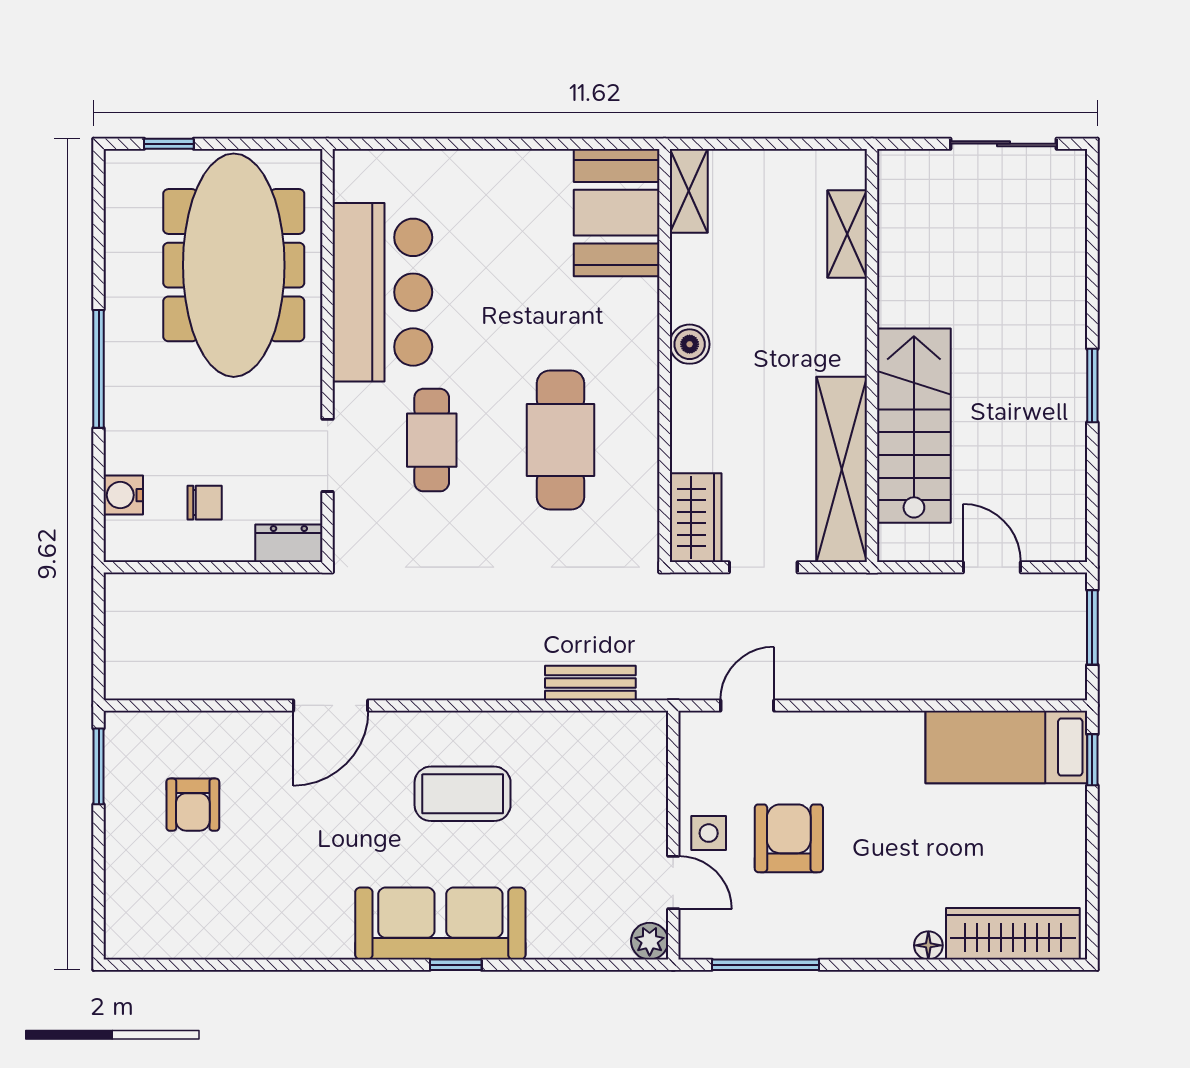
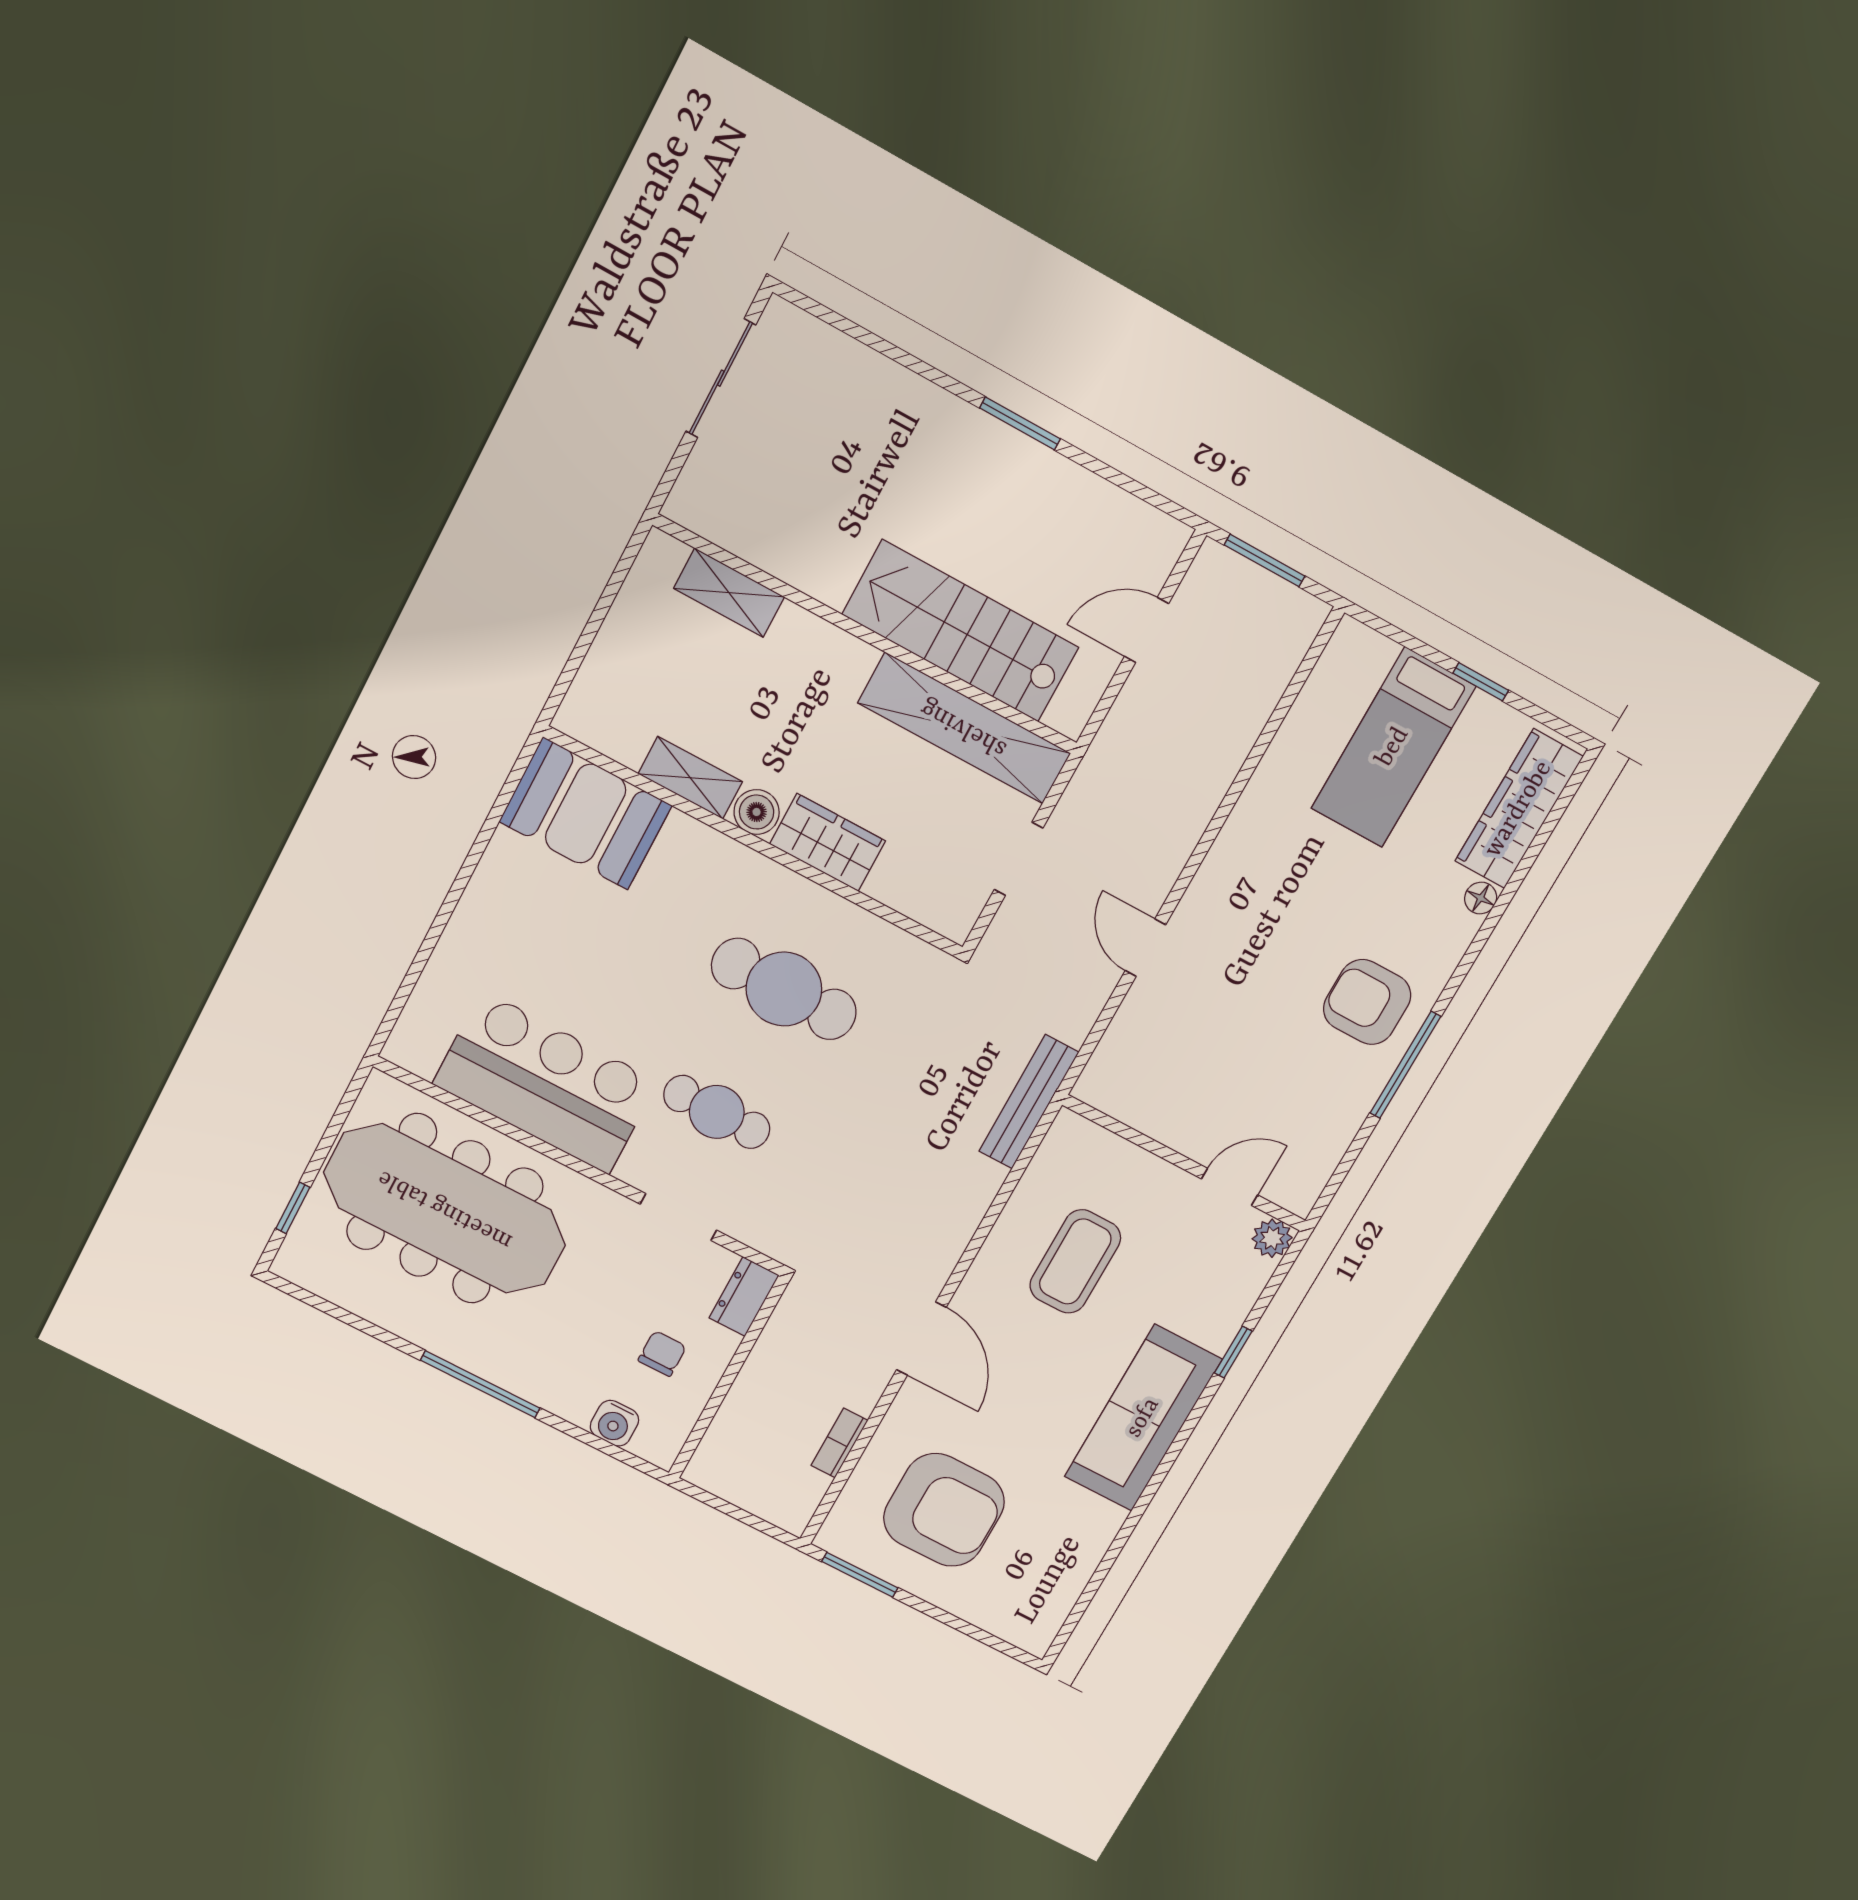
shelving: (689, 191) -> (690, 778), moved
wardrobe: (696, 518) -> (828, 842), moved
bench: (590, 683) -> (1029, 1102), width x1.36
bookcase: (205, 687) -> (839, 1443), added
bed: (1006, 747) -> (1393, 747), moved
window: (1092, 760) -> (1481, 682), moved
armchair: (193, 805) -> (944, 1510), width x1.88, depth x1.88
side table: (709, 833) -> (1247, 1051), removed
wall: (673, 835) -> (1184, 1163), moved
armchair: (789, 838) -> (1367, 1002), moved
door: (673, 882) -> (1230, 1187), moved
sofa: (440, 923) -> (1143, 1418), moved
plant: (650, 941) -> (1272, 1238), moved

